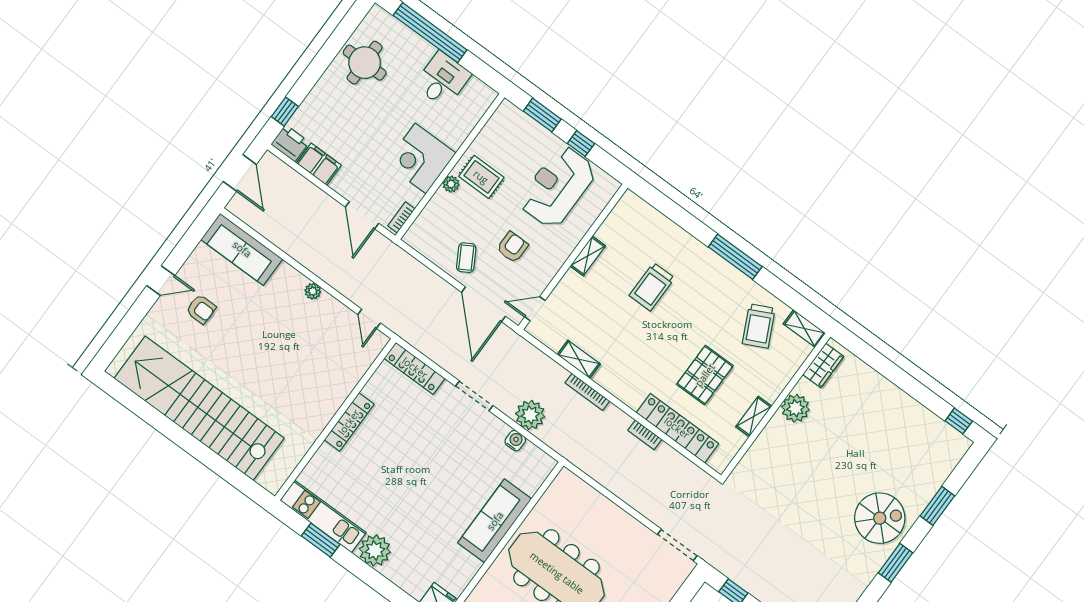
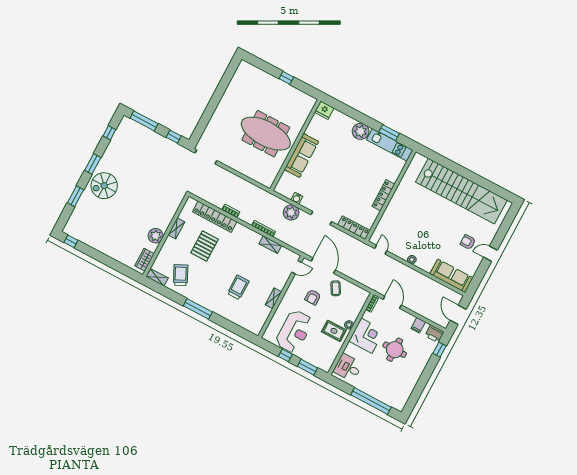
round table: (365, 63) -> (395, 350), moved
desk: (443, 80) -> (348, 368), moved, turned 90
filing cabinet: (319, 164) -> (418, 325), width x0.50

